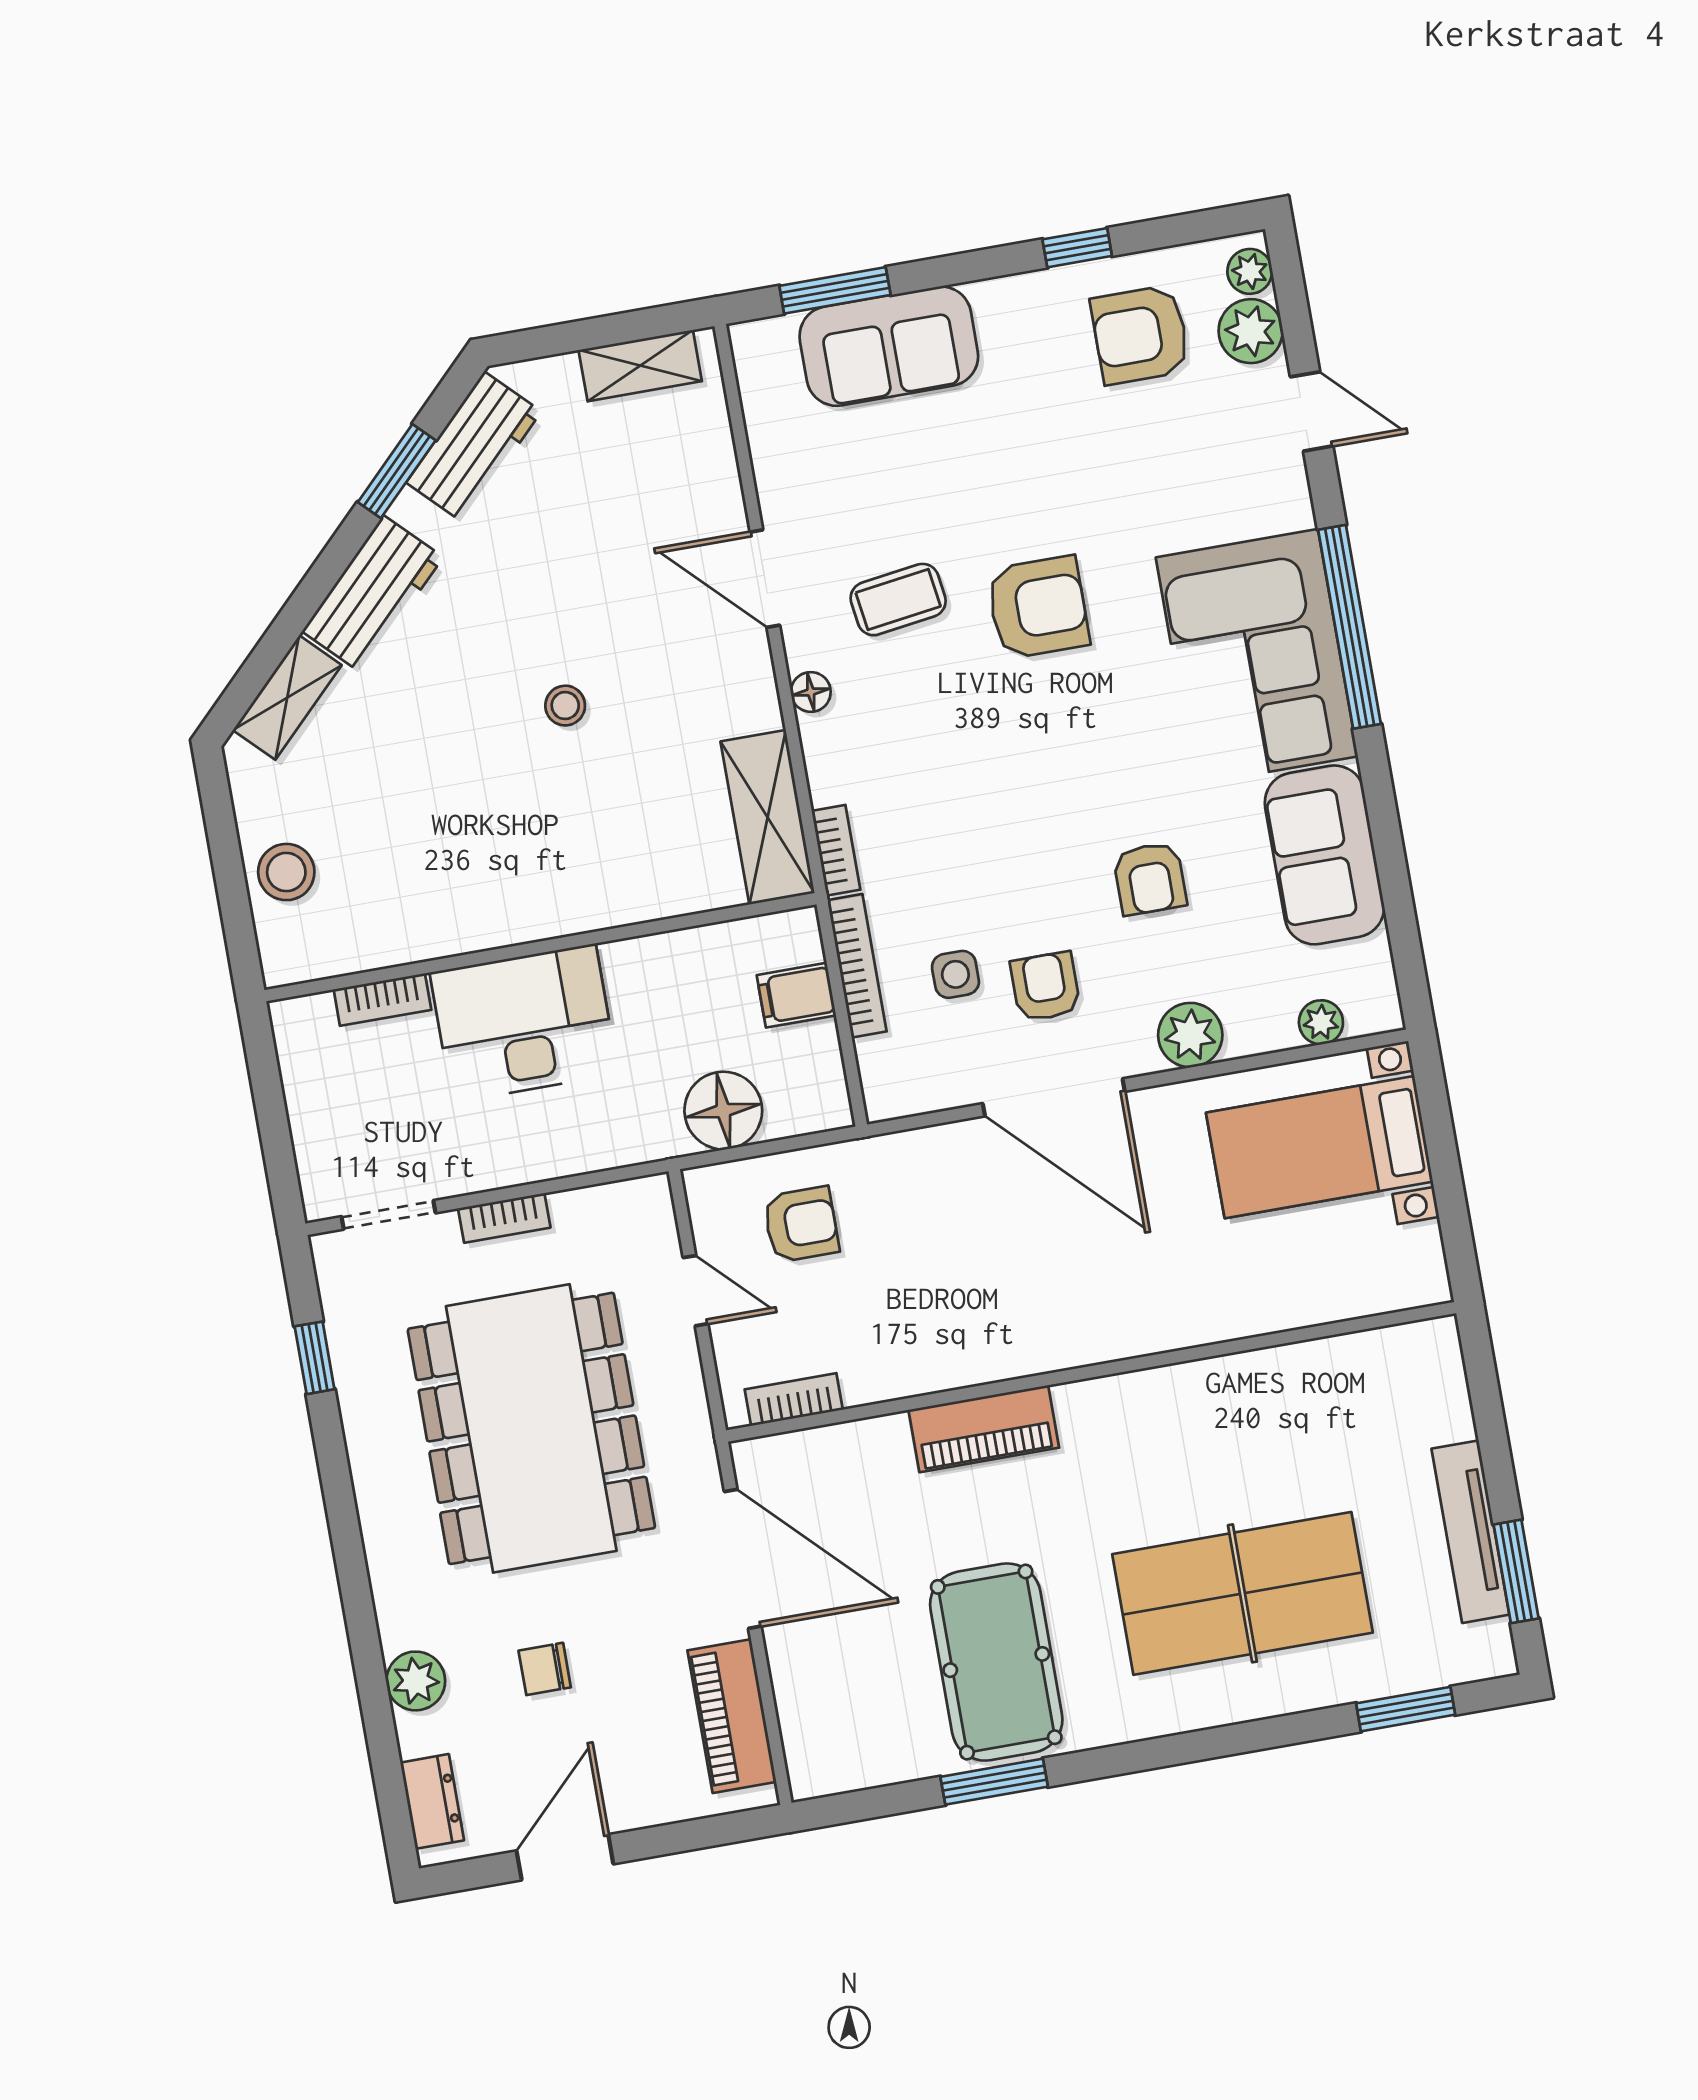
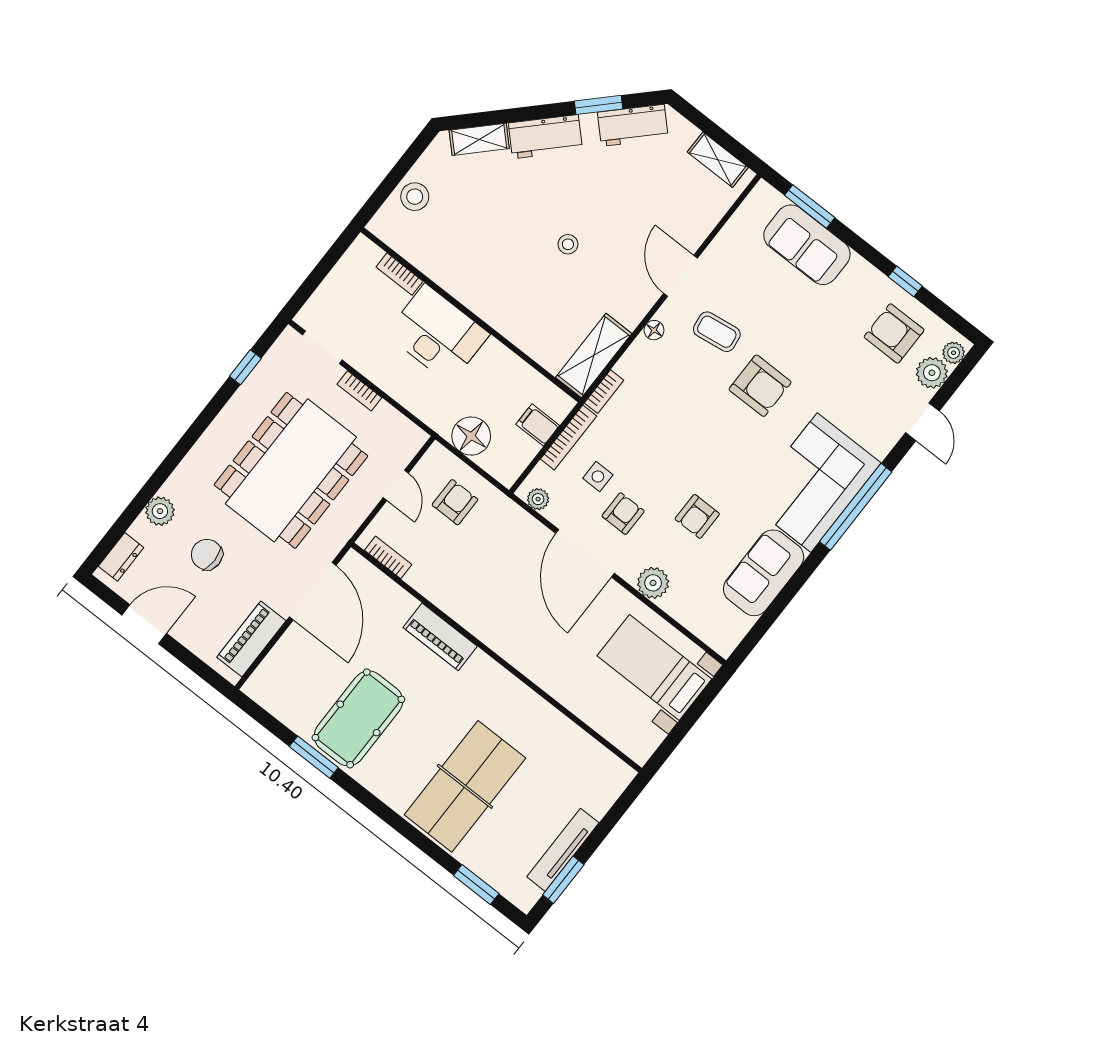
plant: (1321, 1022) -> (538, 499), moved
armchair: (801, 1224) -> (455, 502), turned -90
table tennis table: (1242, 1593) -> (465, 786), turned 90
chair: (545, 1669) -> (207, 555), width x1.37, depth x1.37

